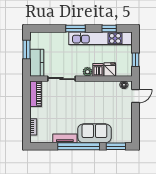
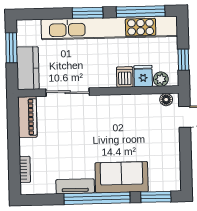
window: (109, 29) -> (141, 12), width x2.17
kitchen unit: (101, 38) -> (109, 28), width x1.36
plant: (87, 72) -> (161, 79), moved

